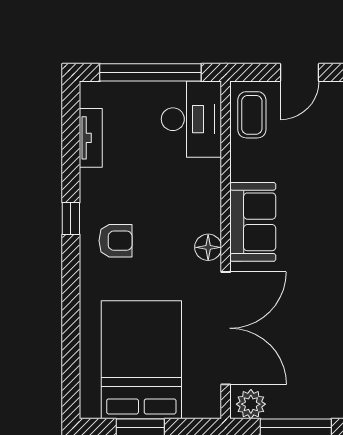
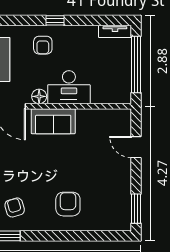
coffee table: (252, 115) -> (112, 121), removed
desk: (191, 119) -> (69, 87), moved
tv unit: (91, 138) -> (115, 31), moved

